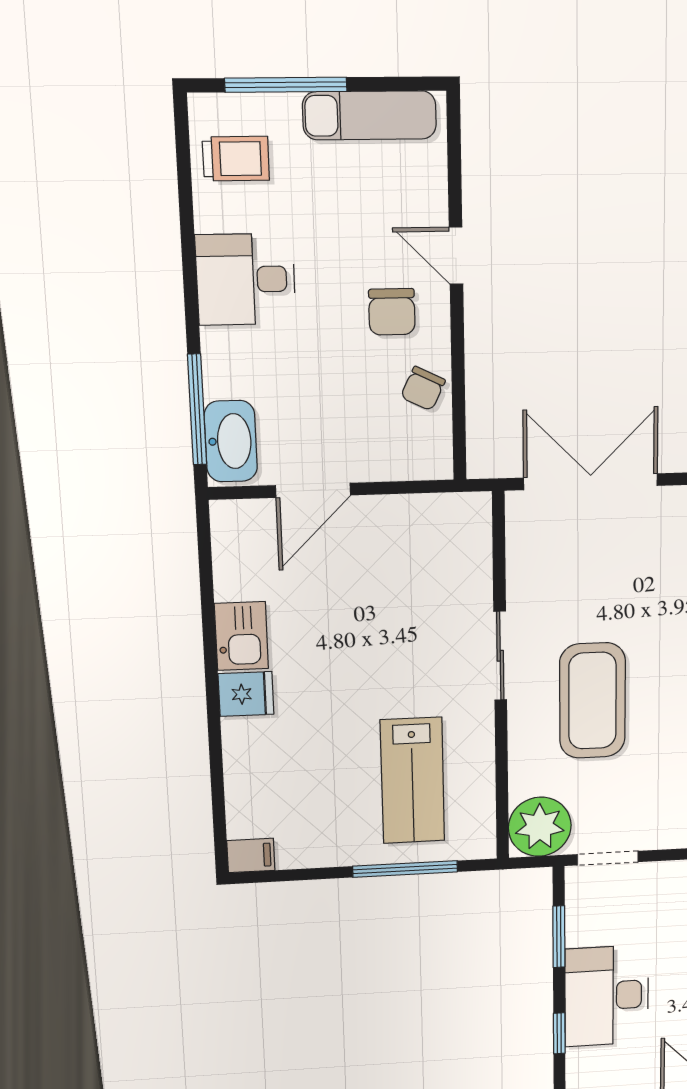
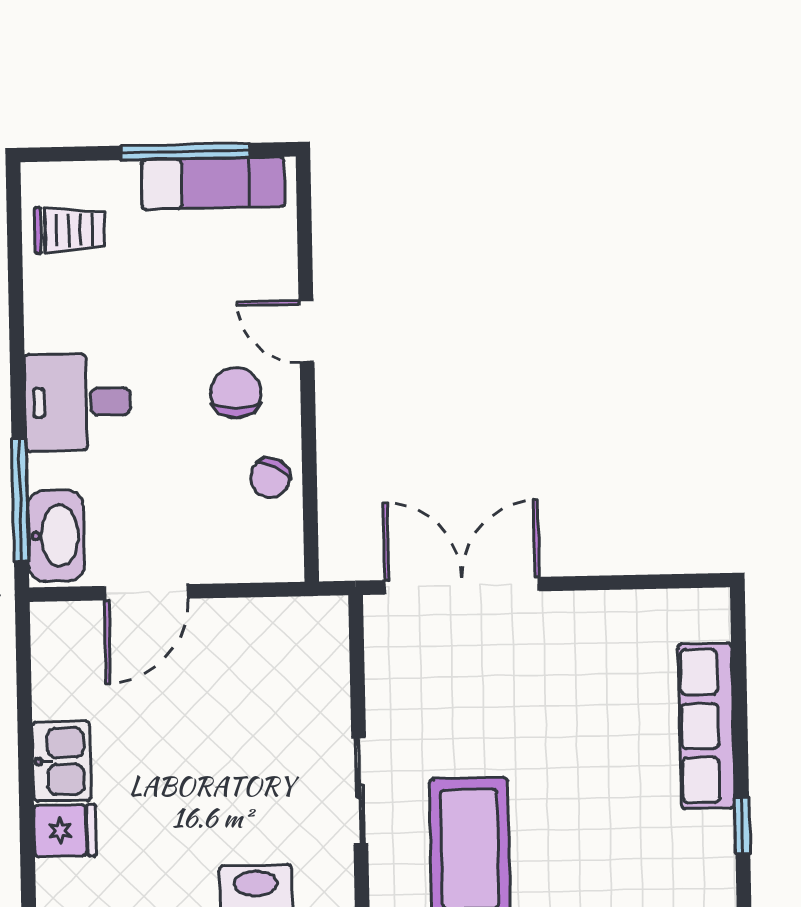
window: (286, 85) -> (185, 152), moved
desk: (246, 279) -> (78, 402), moved
chair: (392, 312) -> (236, 393), turned 180

